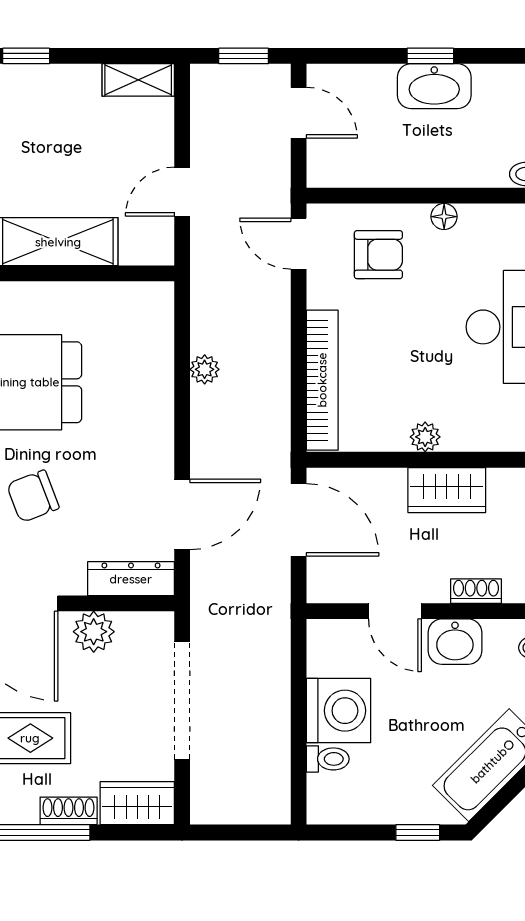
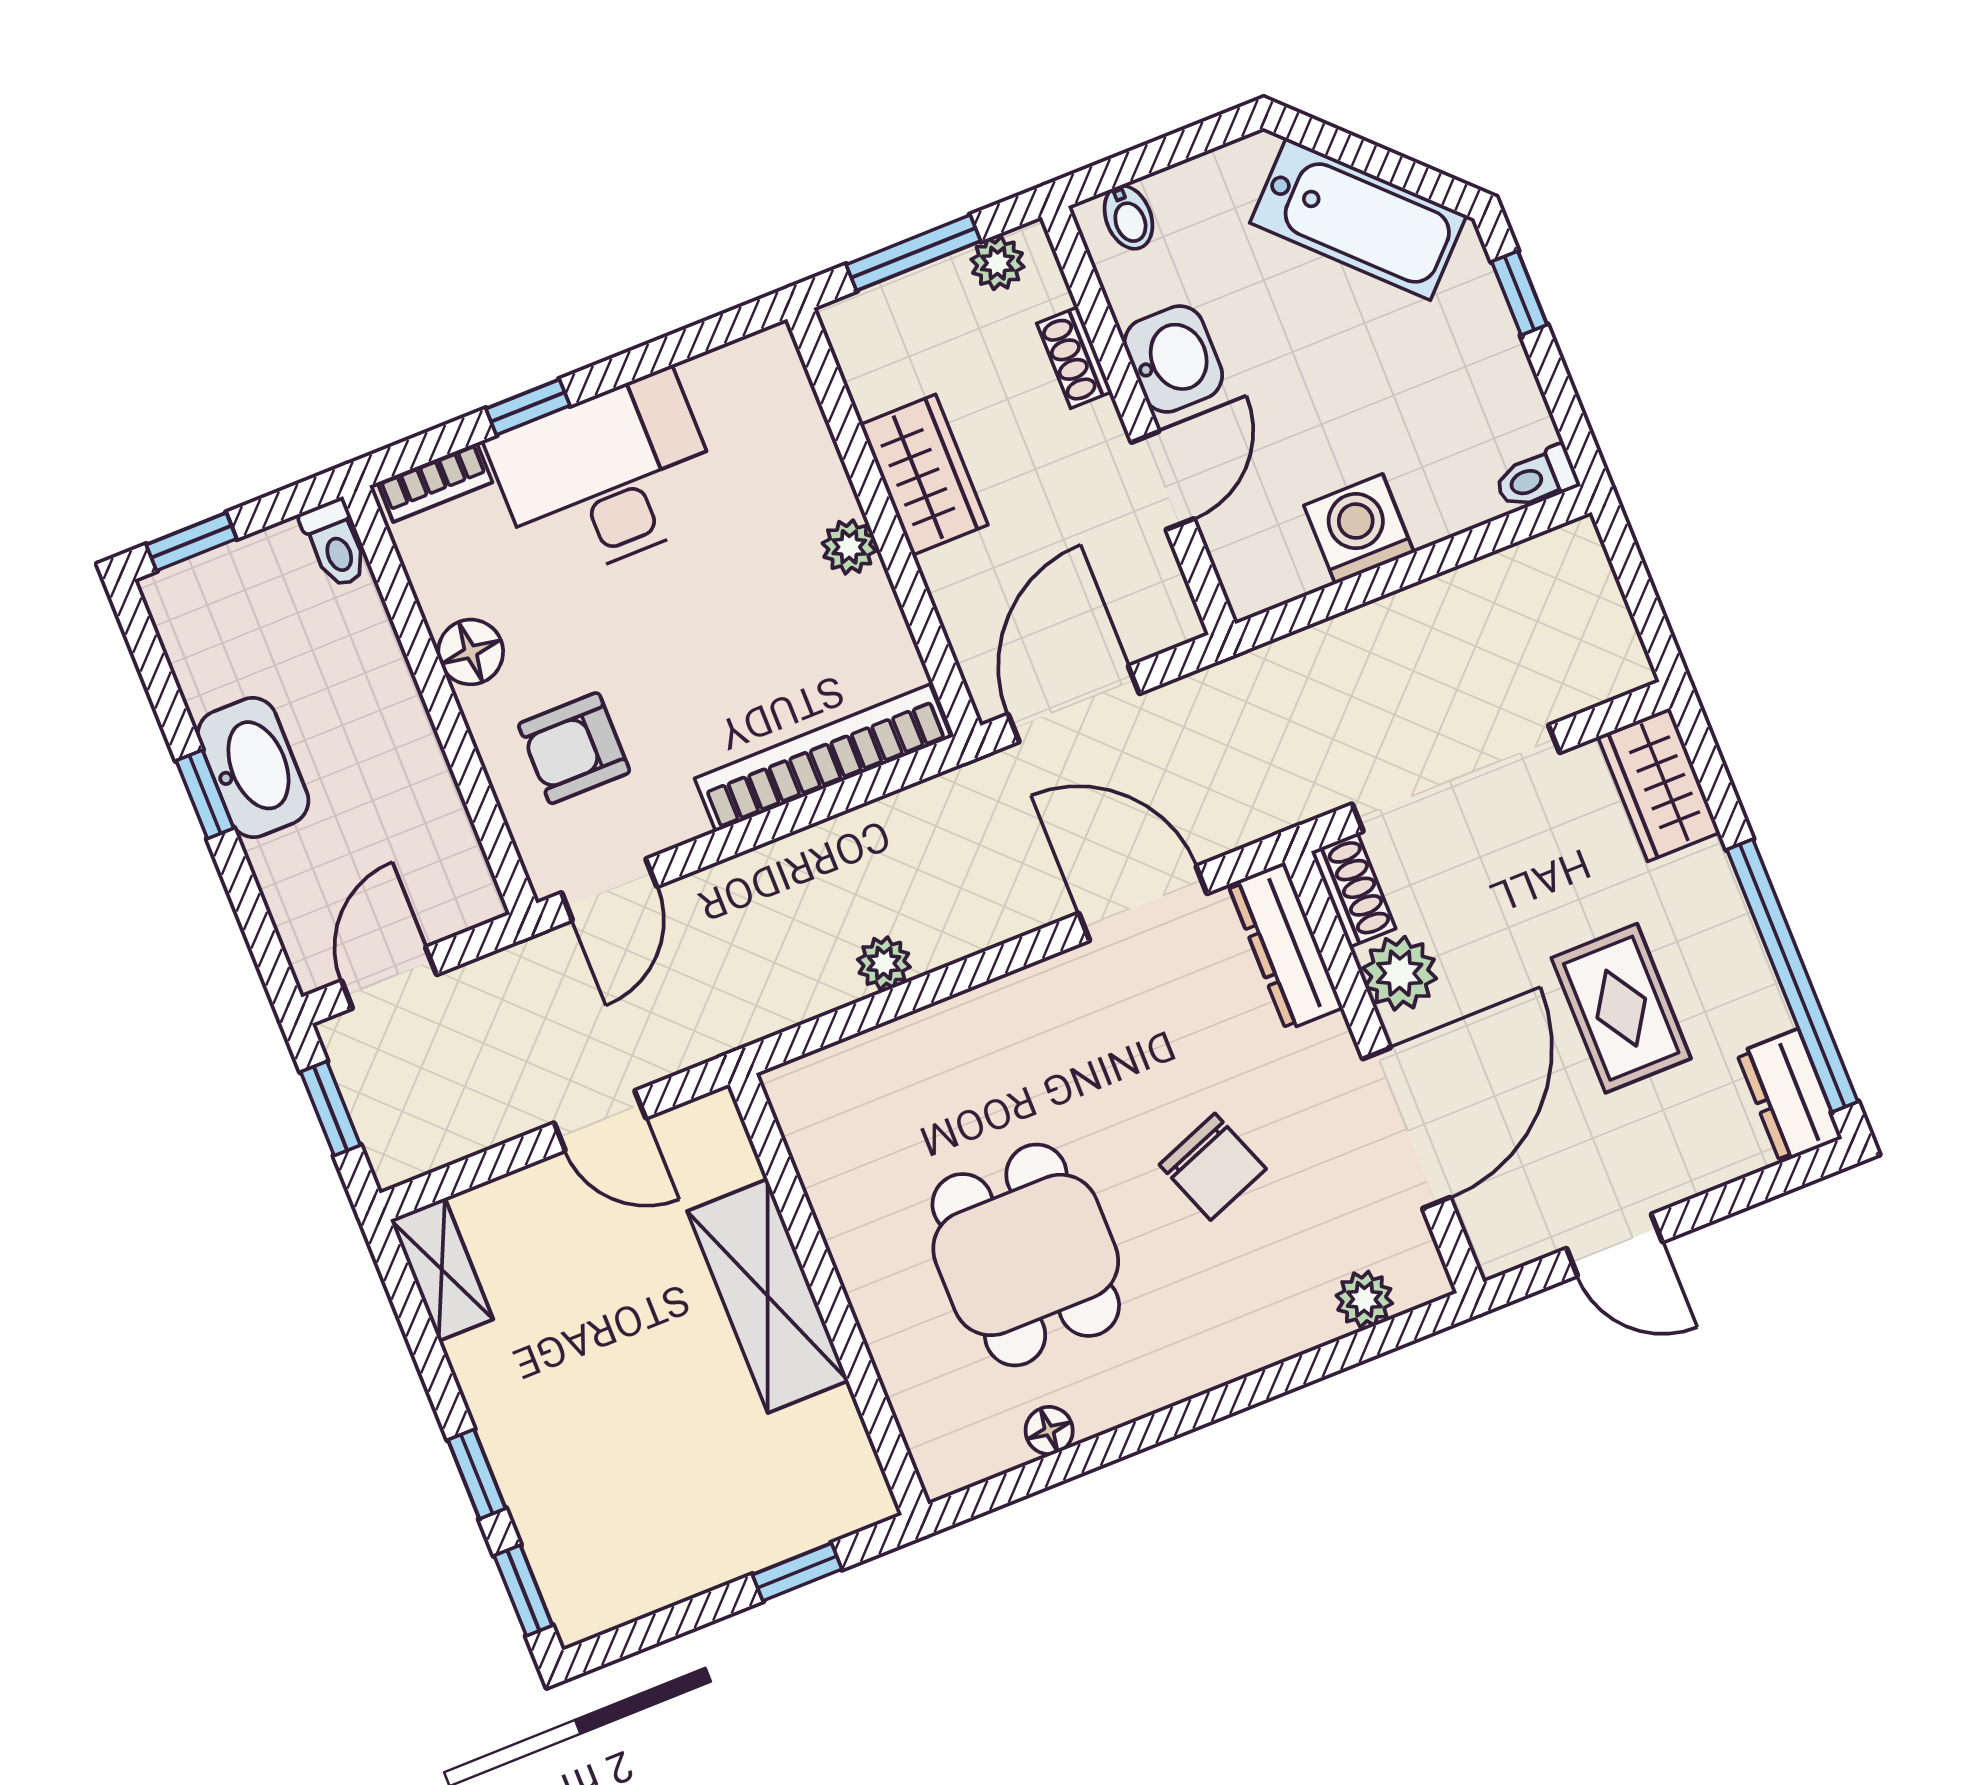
floor lamp: (444, 217) -> (471, 652), width x1.37, depth x1.37
armchair: (378, 255) -> (574, 748), turned -90
washing machine: (339, 711) -> (1359, 529), width x0.73, depth x0.73
toilet: (328, 759) -> (1536, 478), moved, turned -90
shoe rack: (69, 811) -> (1353, 890), moved, turned 180

